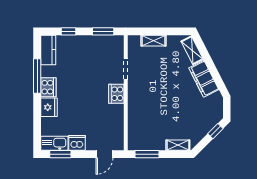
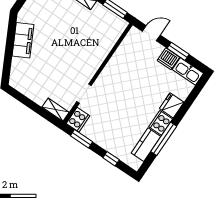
shelving: (154, 41) -> (56, 110), moved
kitchen counter: (48, 50) -> (146, 145), moved
shelving: (192, 50) -> (16, 71), removed
cooker: (116, 94) -> (78, 120), moved
window: (60, 154) -> (178, 51), moved

